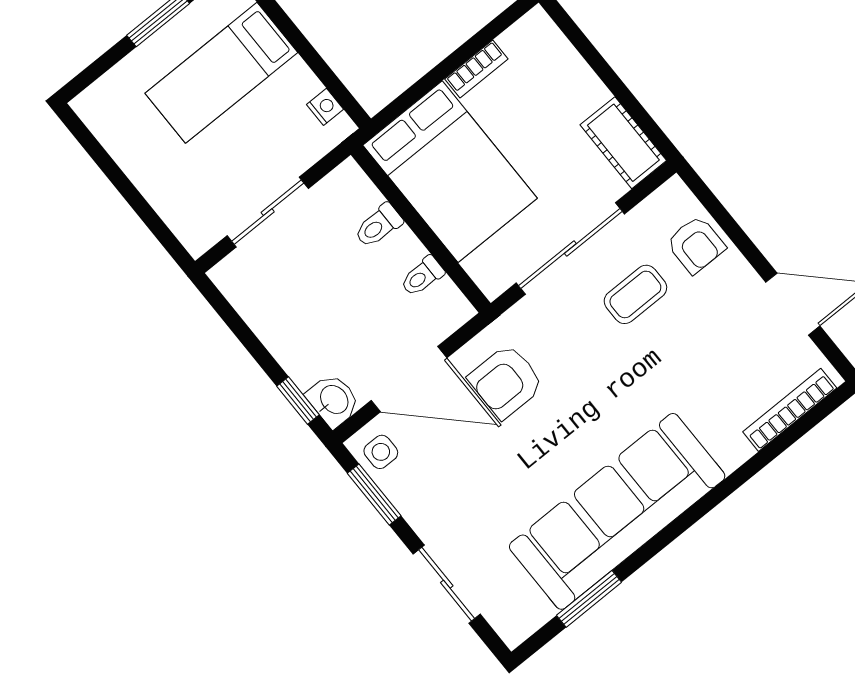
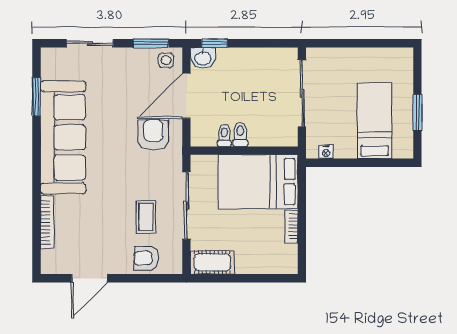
sliding door: (268, 212) -> (302, 93), width x1.37
toilet: (378, 226) -> (240, 134), moved
bookcase: (790, 410) -> (47, 222), moved

